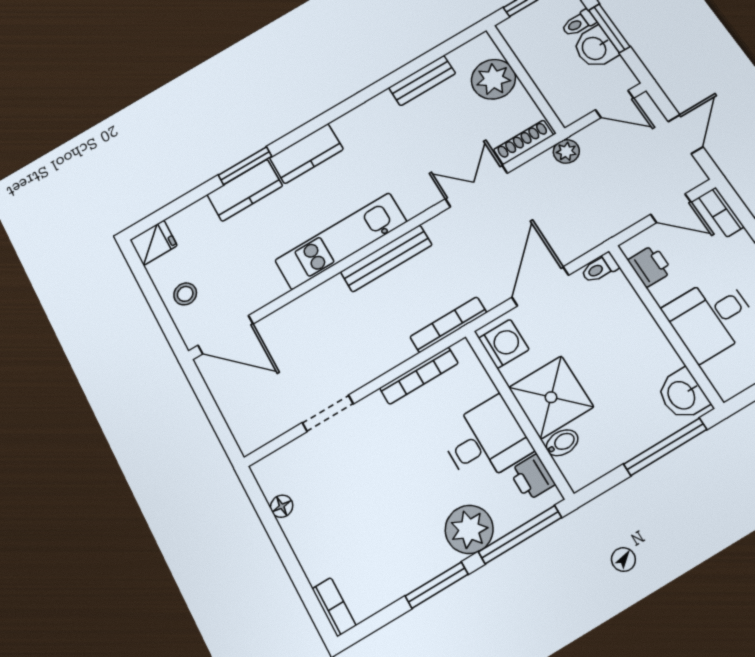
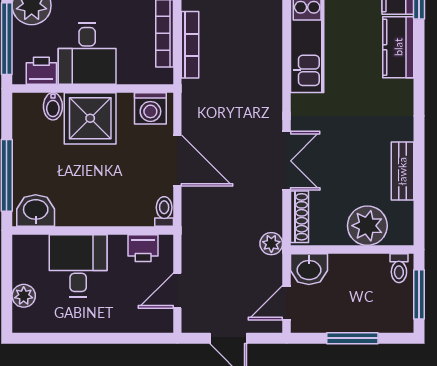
toilet: (579, 23) -> (399, 268), moved, turned 180
washbasin: (595, 48) -> (309, 269), moved, turned 180
bookcase: (721, 212) -> (152, 324), removed
bench: (386, 258) -> (271, 61), removed
bookcase: (448, 325) -> (190, 45), moved

